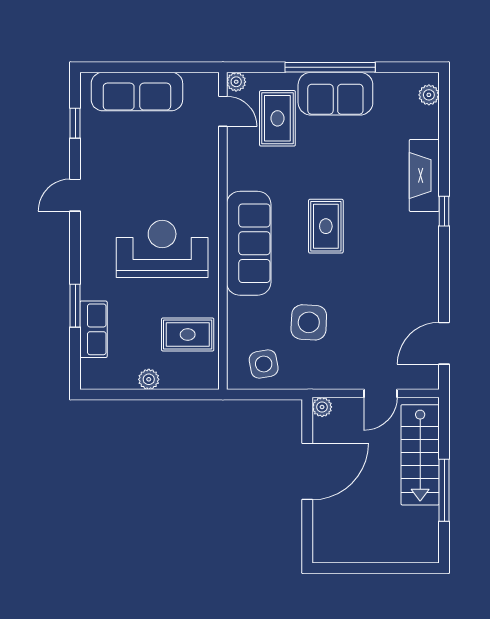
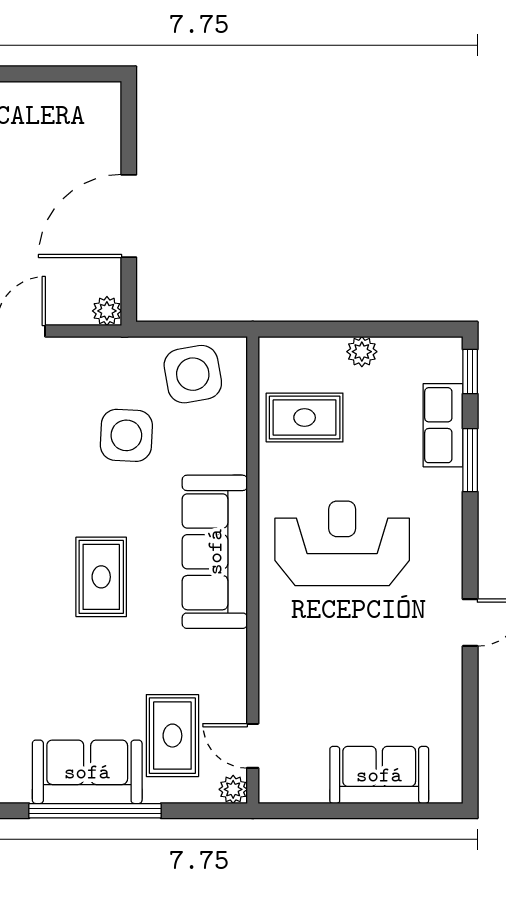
sofa: (137, 92) -> (379, 775), width x0.73
window: (75, 123) -> (470, 372), moved
reception desk: (162, 249) -> (342, 543), turned 180
side table: (264, 364) -> (193, 374), width x1.37, depth x1.37

